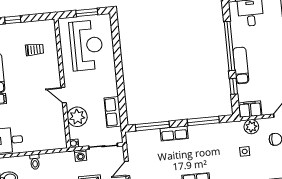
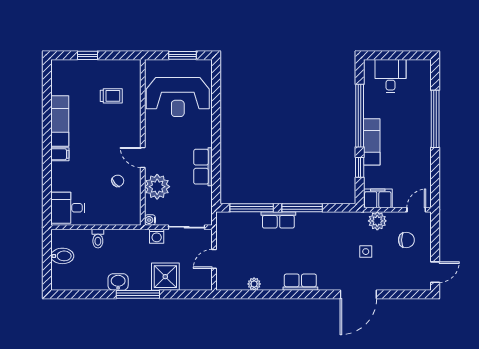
reception desk: (86, 45) -> (178, 97), turned 90
row of seats: (113, 112) -> (203, 167), moved
chair: (46, 115) -> (118, 181), added
window: (203, 121) -> (302, 208), moved

